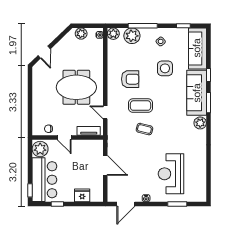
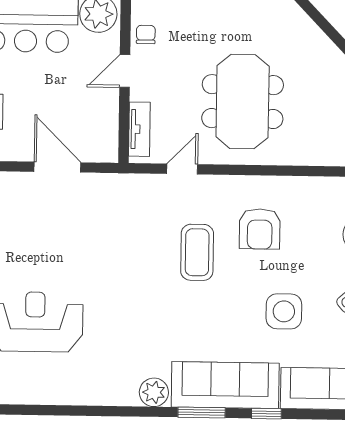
door: (44, 52) -> (326, 27), removed
coffee table: (144, 129) -> (142, 261), removed
door: (105, 165) -> (57, 167), swing flipped

